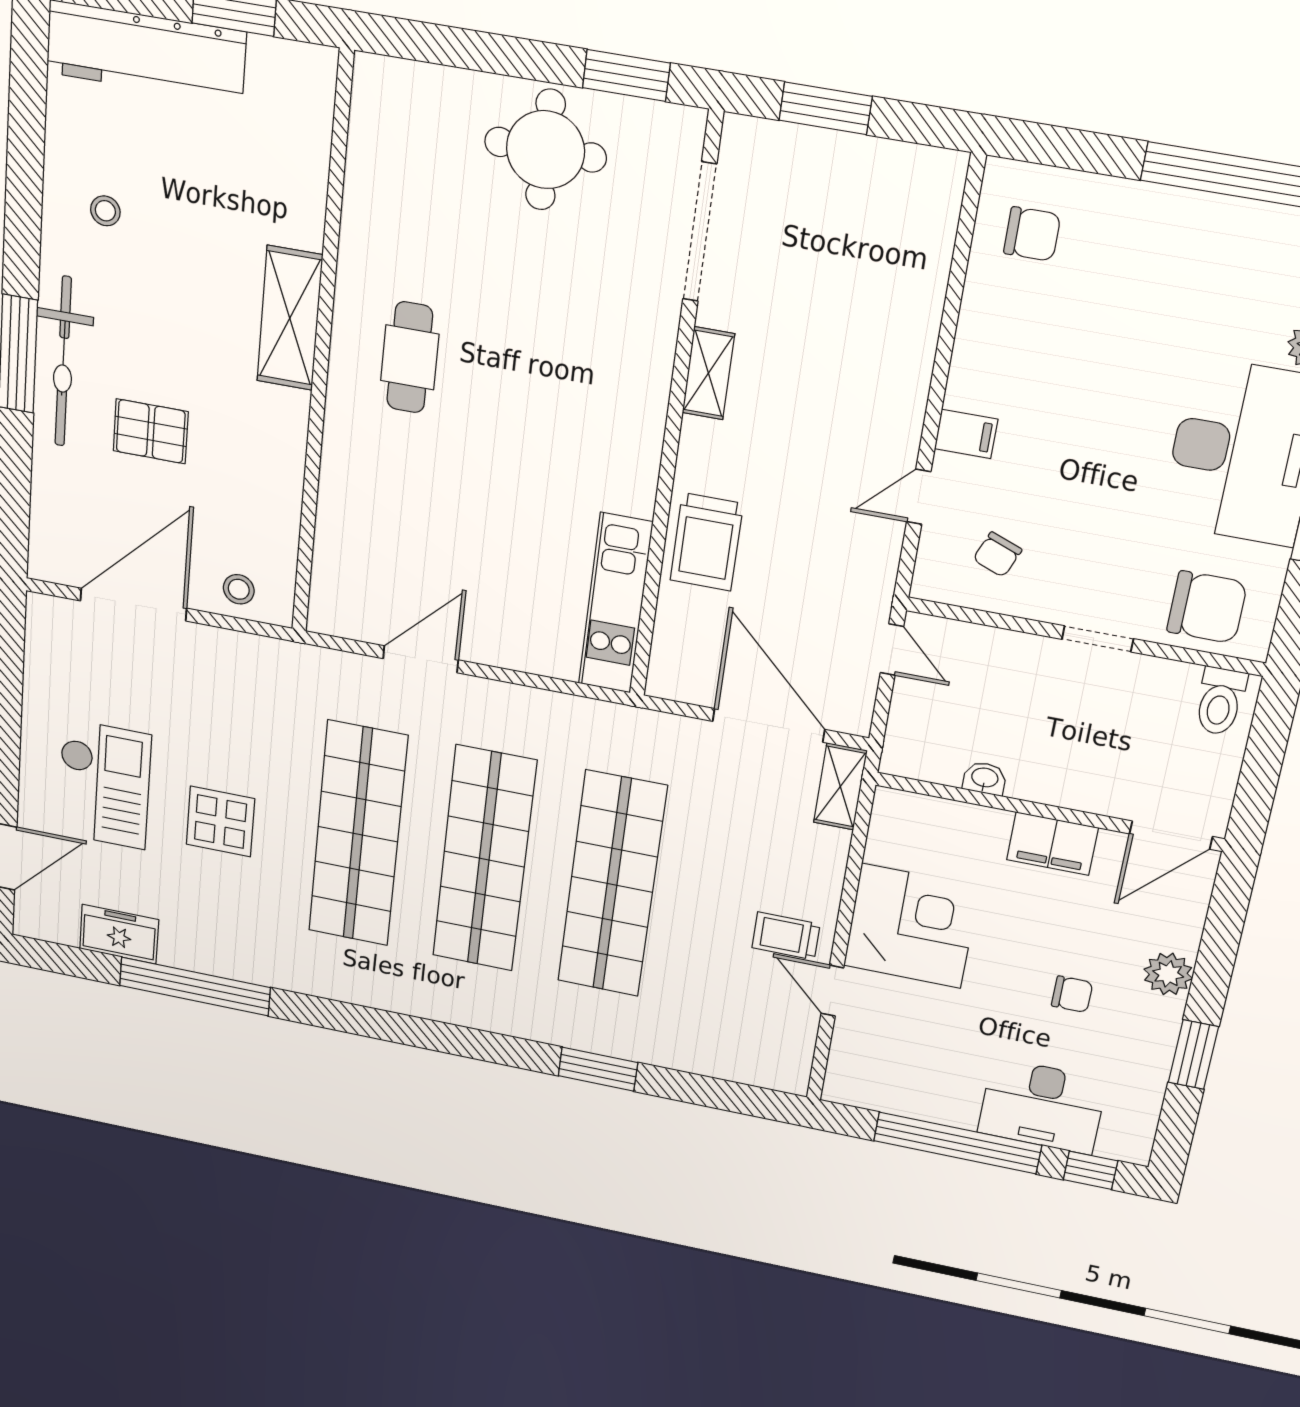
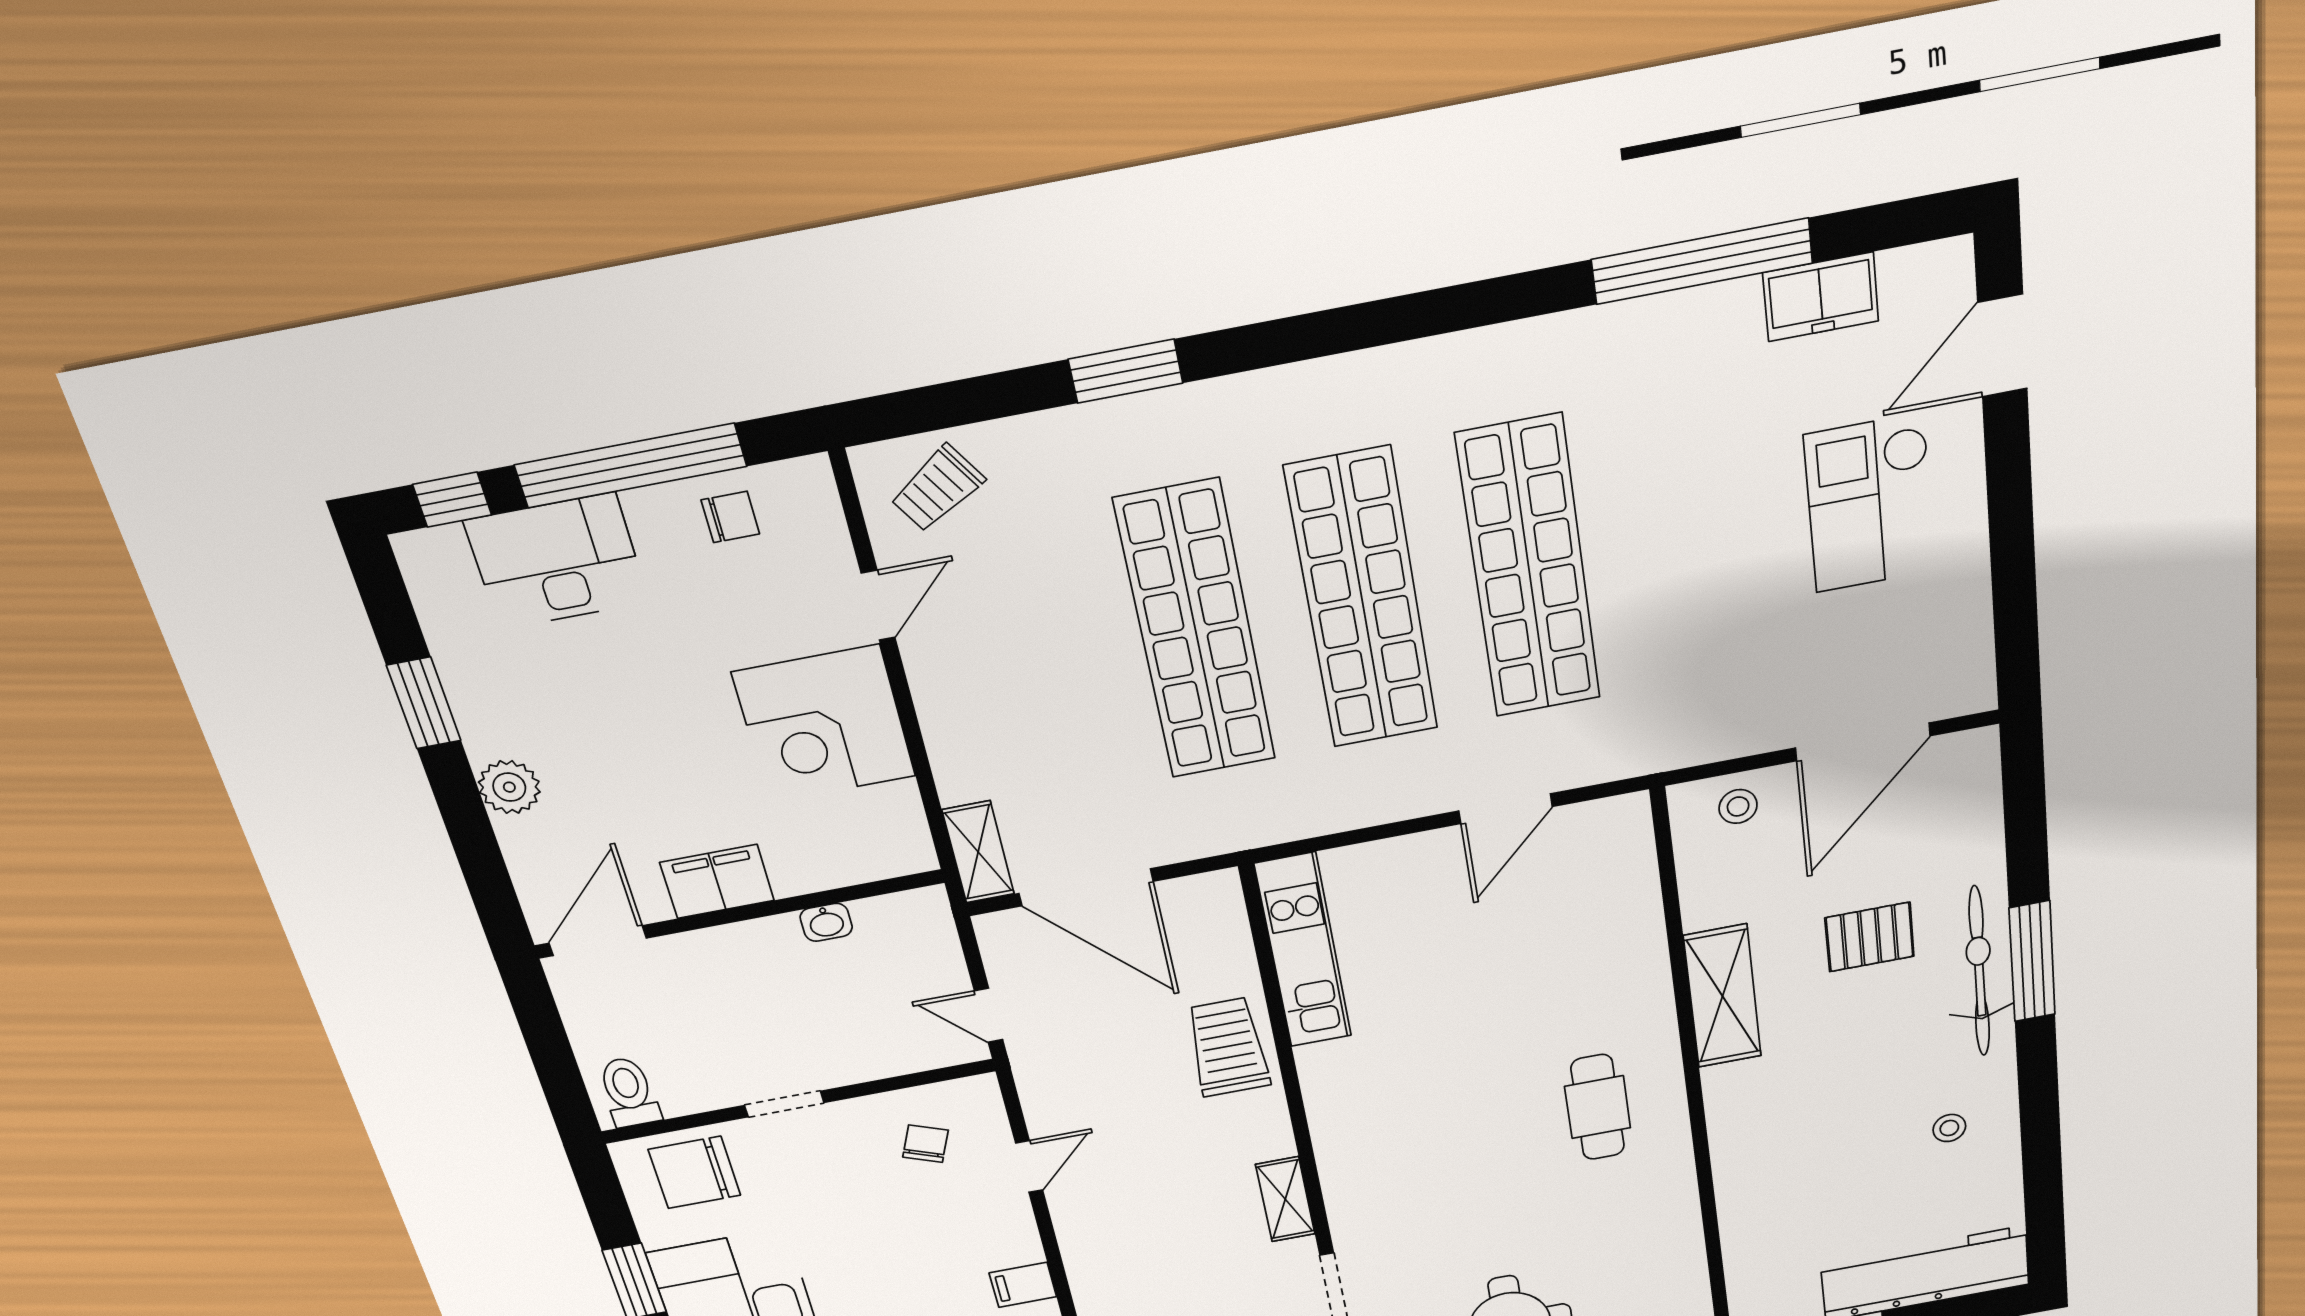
shelving: (290, 318) -> (1723, 996), moved
filing cabinet: (966, 434) -> (1023, 1285), moved
display table: (220, 822) -> (1709, 514), removed
trolley: (786, 936) -> (937, 488), moved, turned 147
door: (832, 991) -> (878, 605), hinge flipped
chair: (1072, 994) -> (730, 517), moved, turned 180

